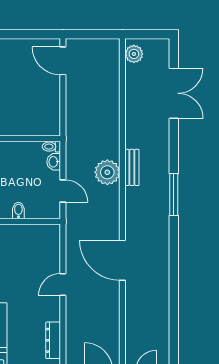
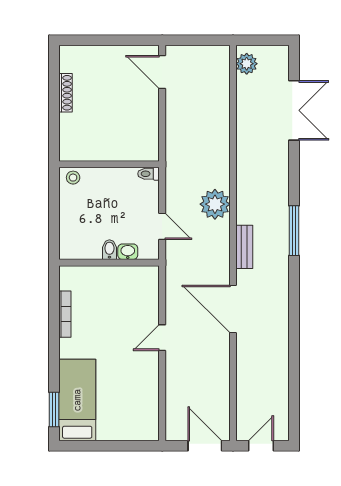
washbasin: (54, 162) -> (128, 252), moved, turned 90
bench: (132, 167) -> (244, 247), moved
dresser: (53, 340) -> (151, 404), removed

